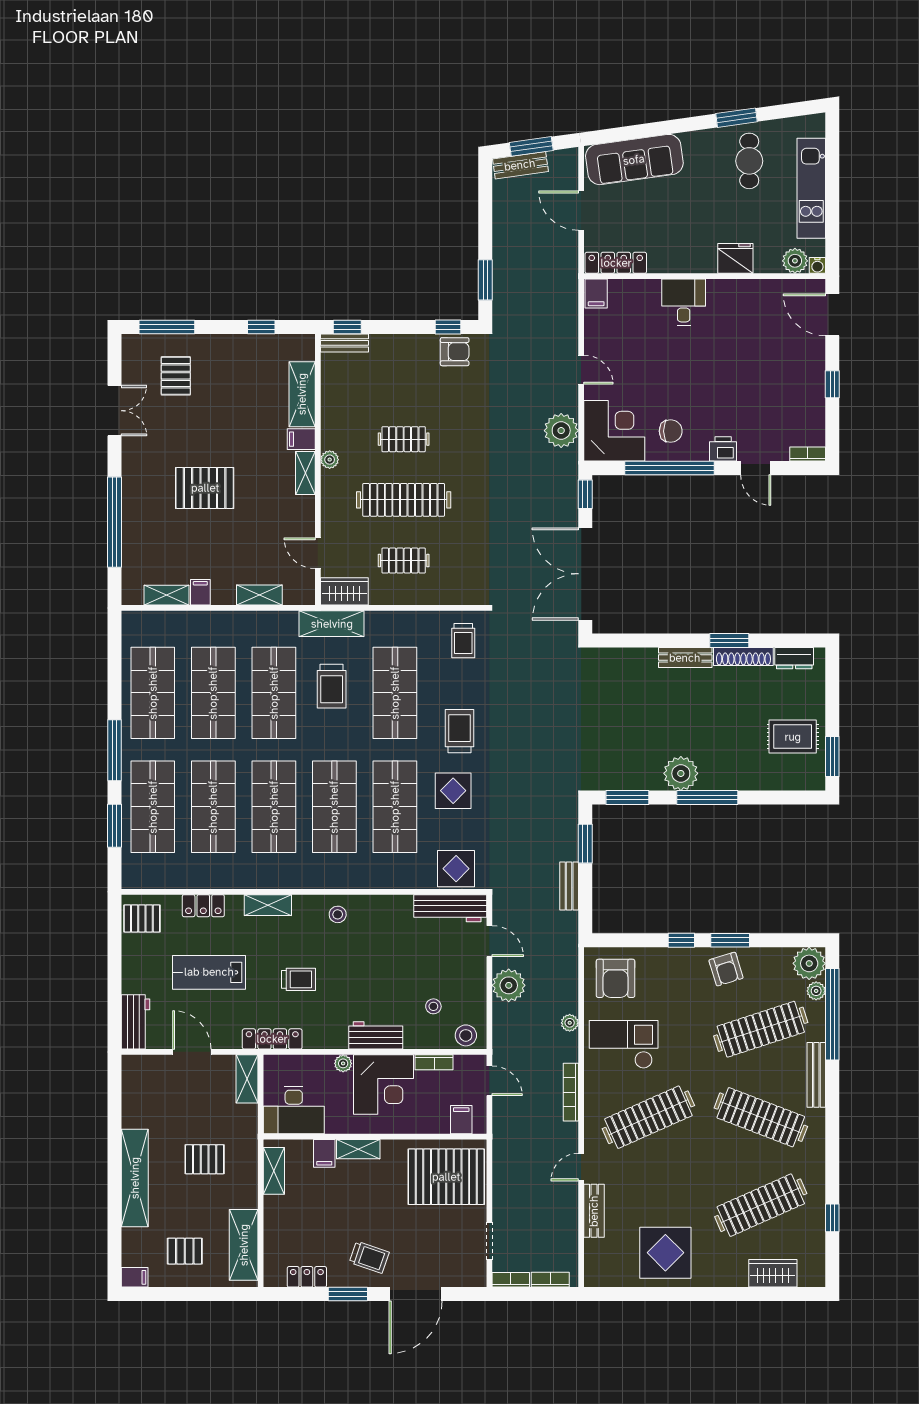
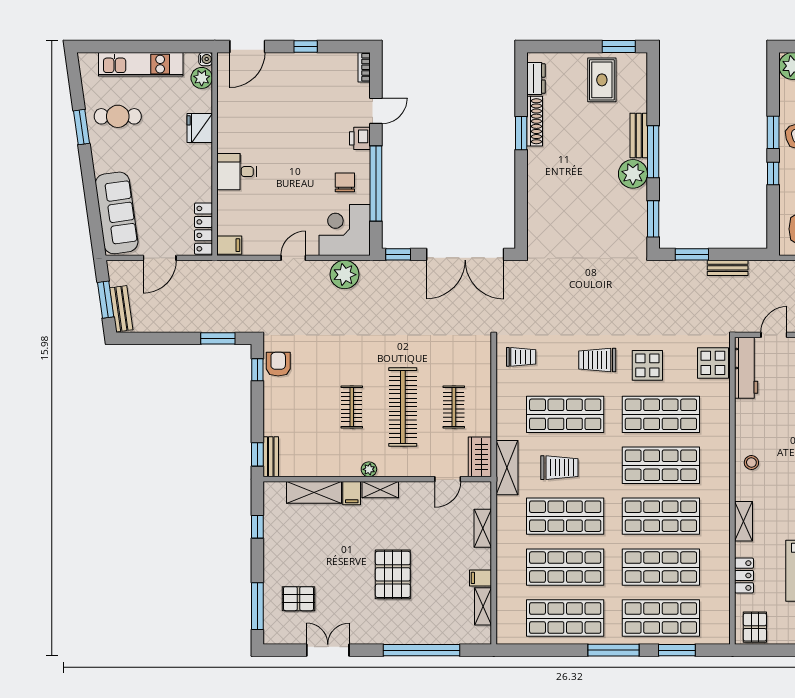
bench: (685, 658) -> (639, 136), moved

